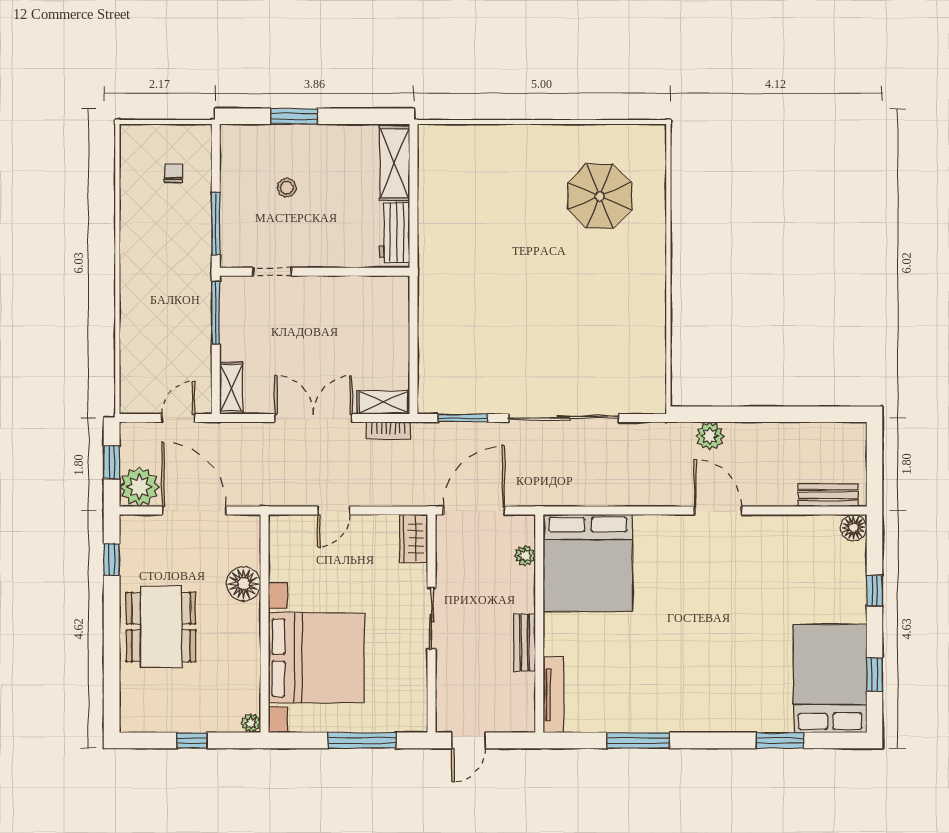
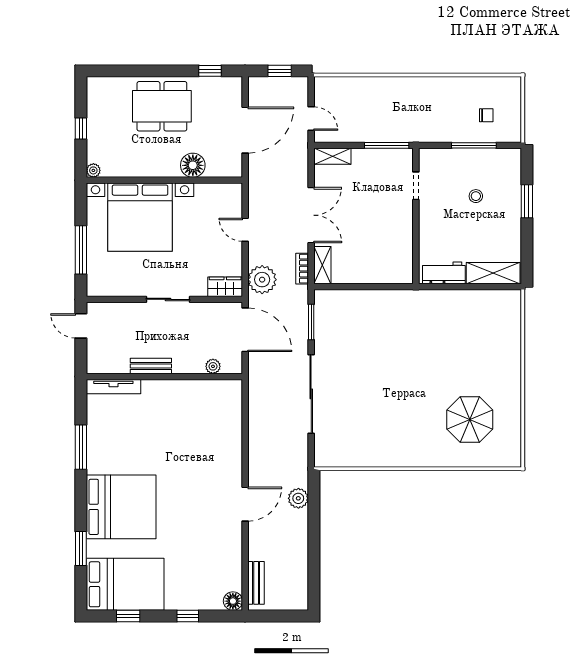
window: (216, 224) -> (474, 145), moved
plant: (139, 487) -> (262, 280), moved
bed: (588, 563) -> (121, 507), moved, turned 180

